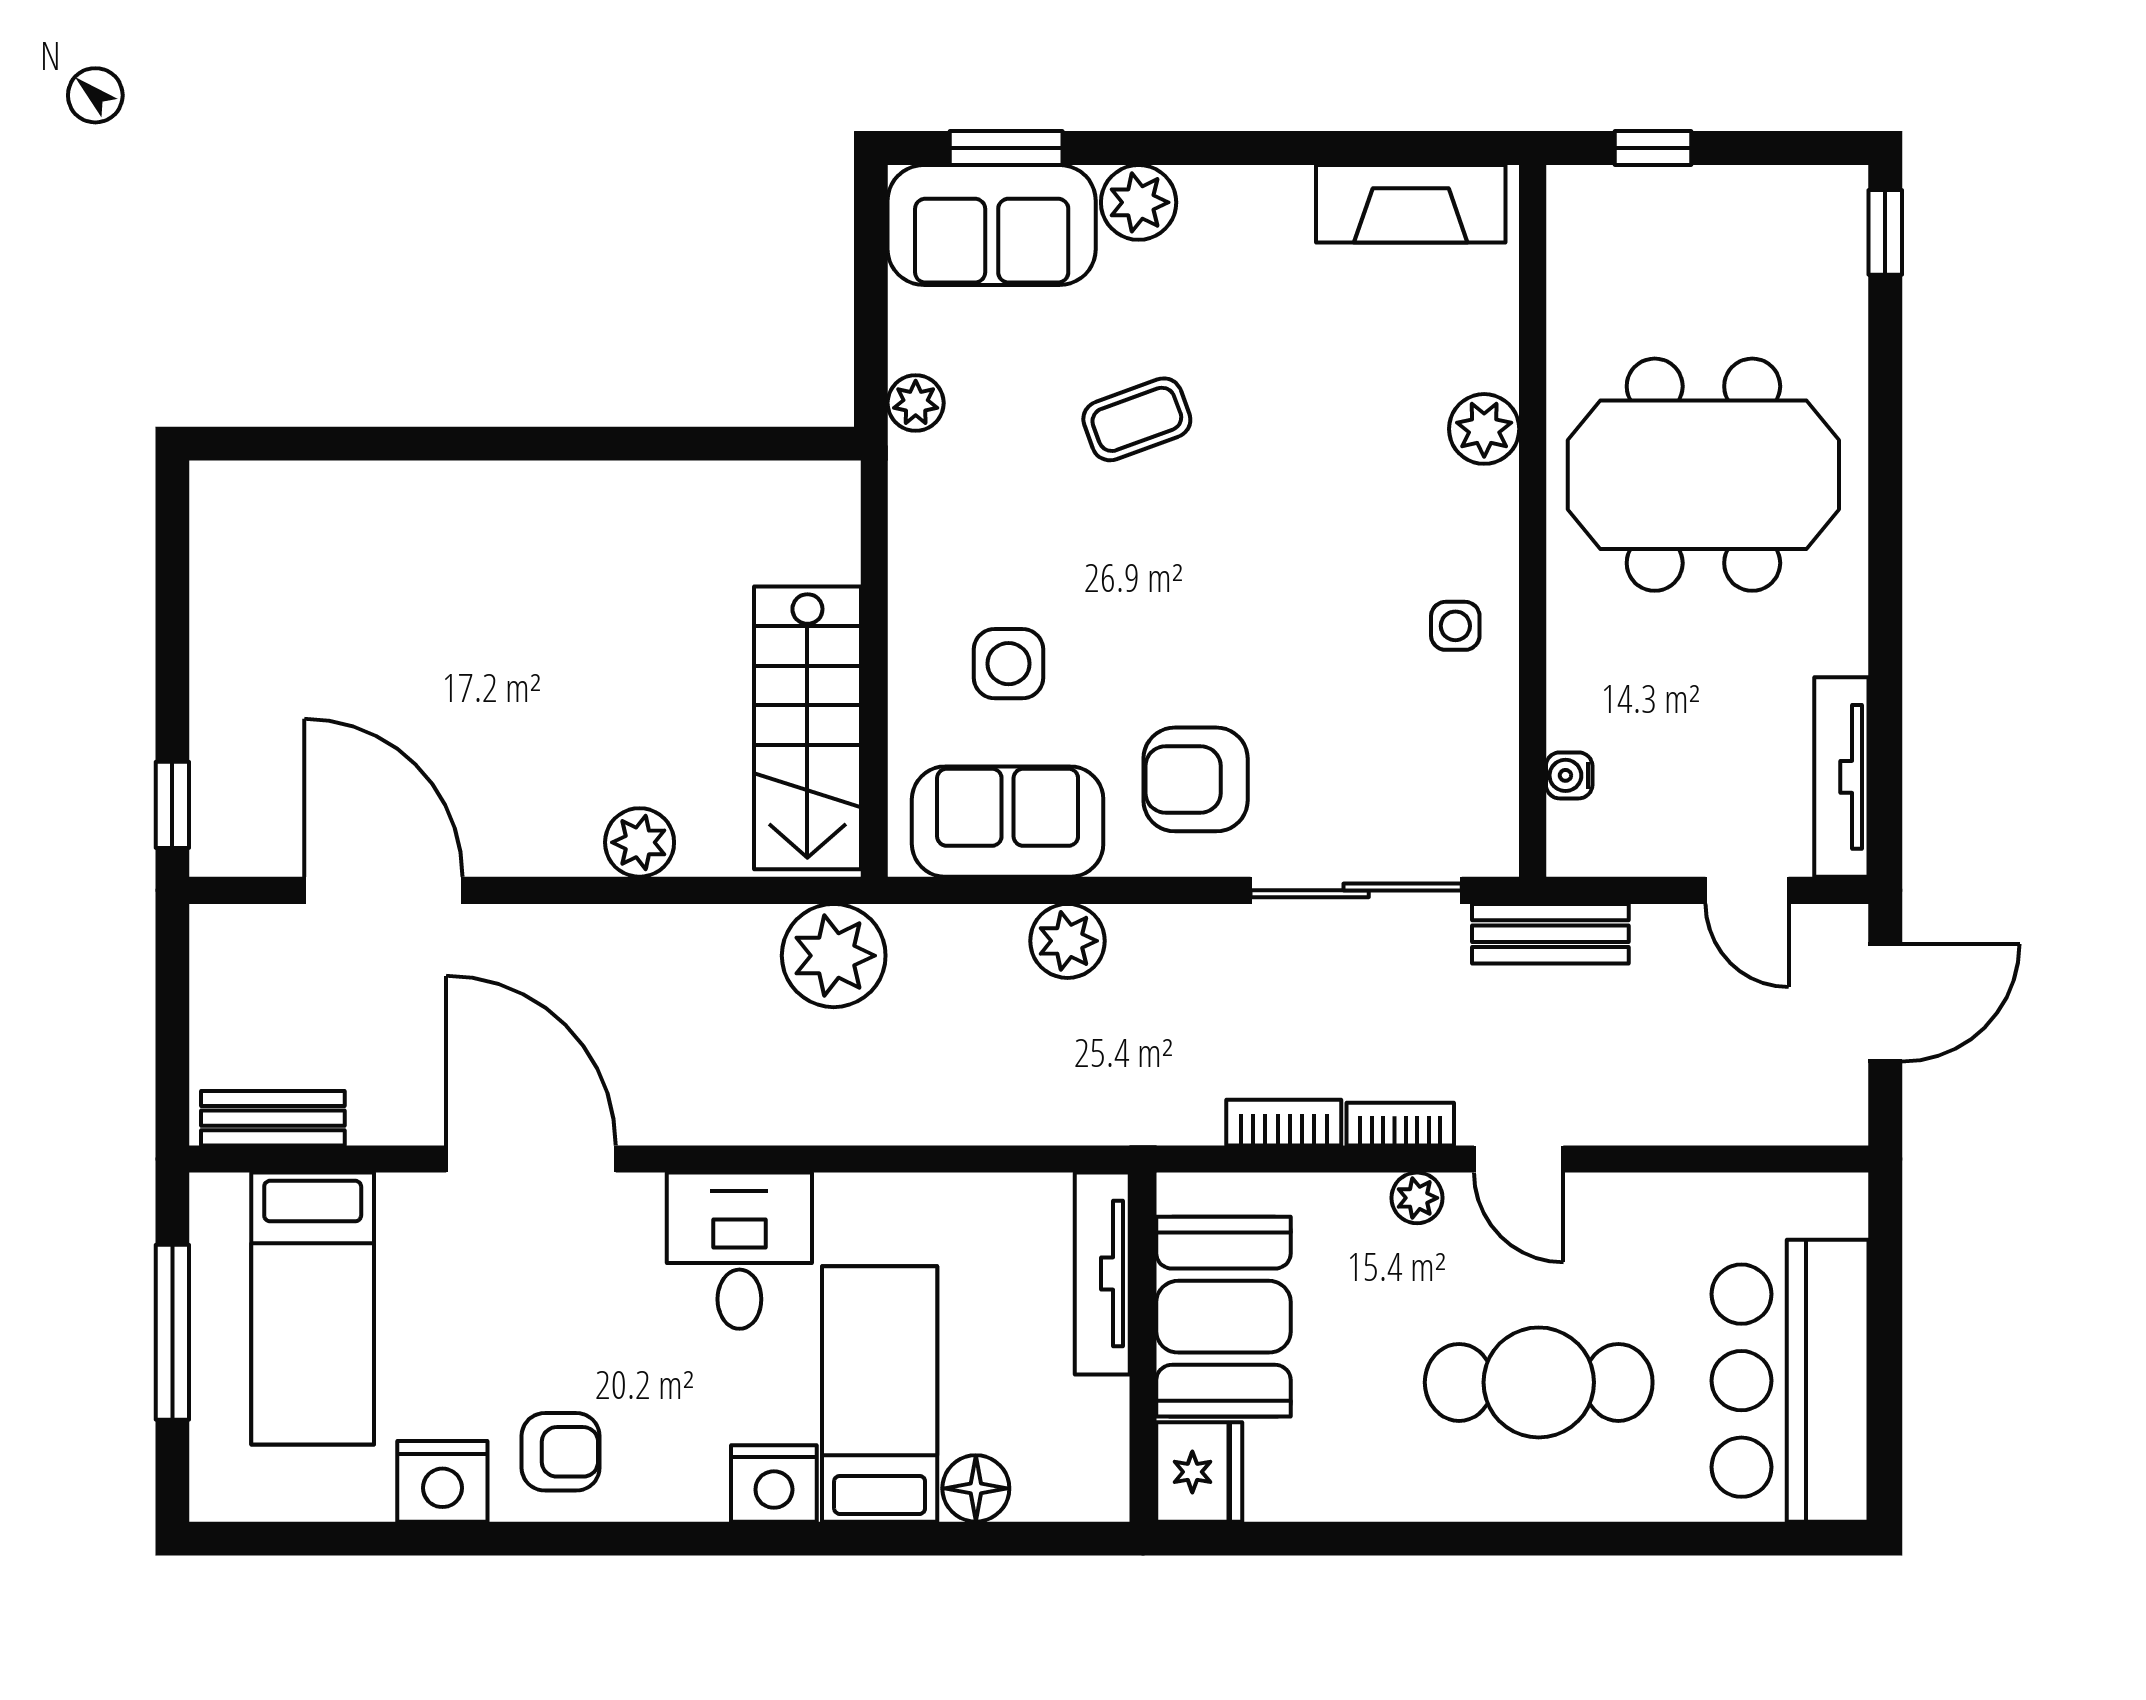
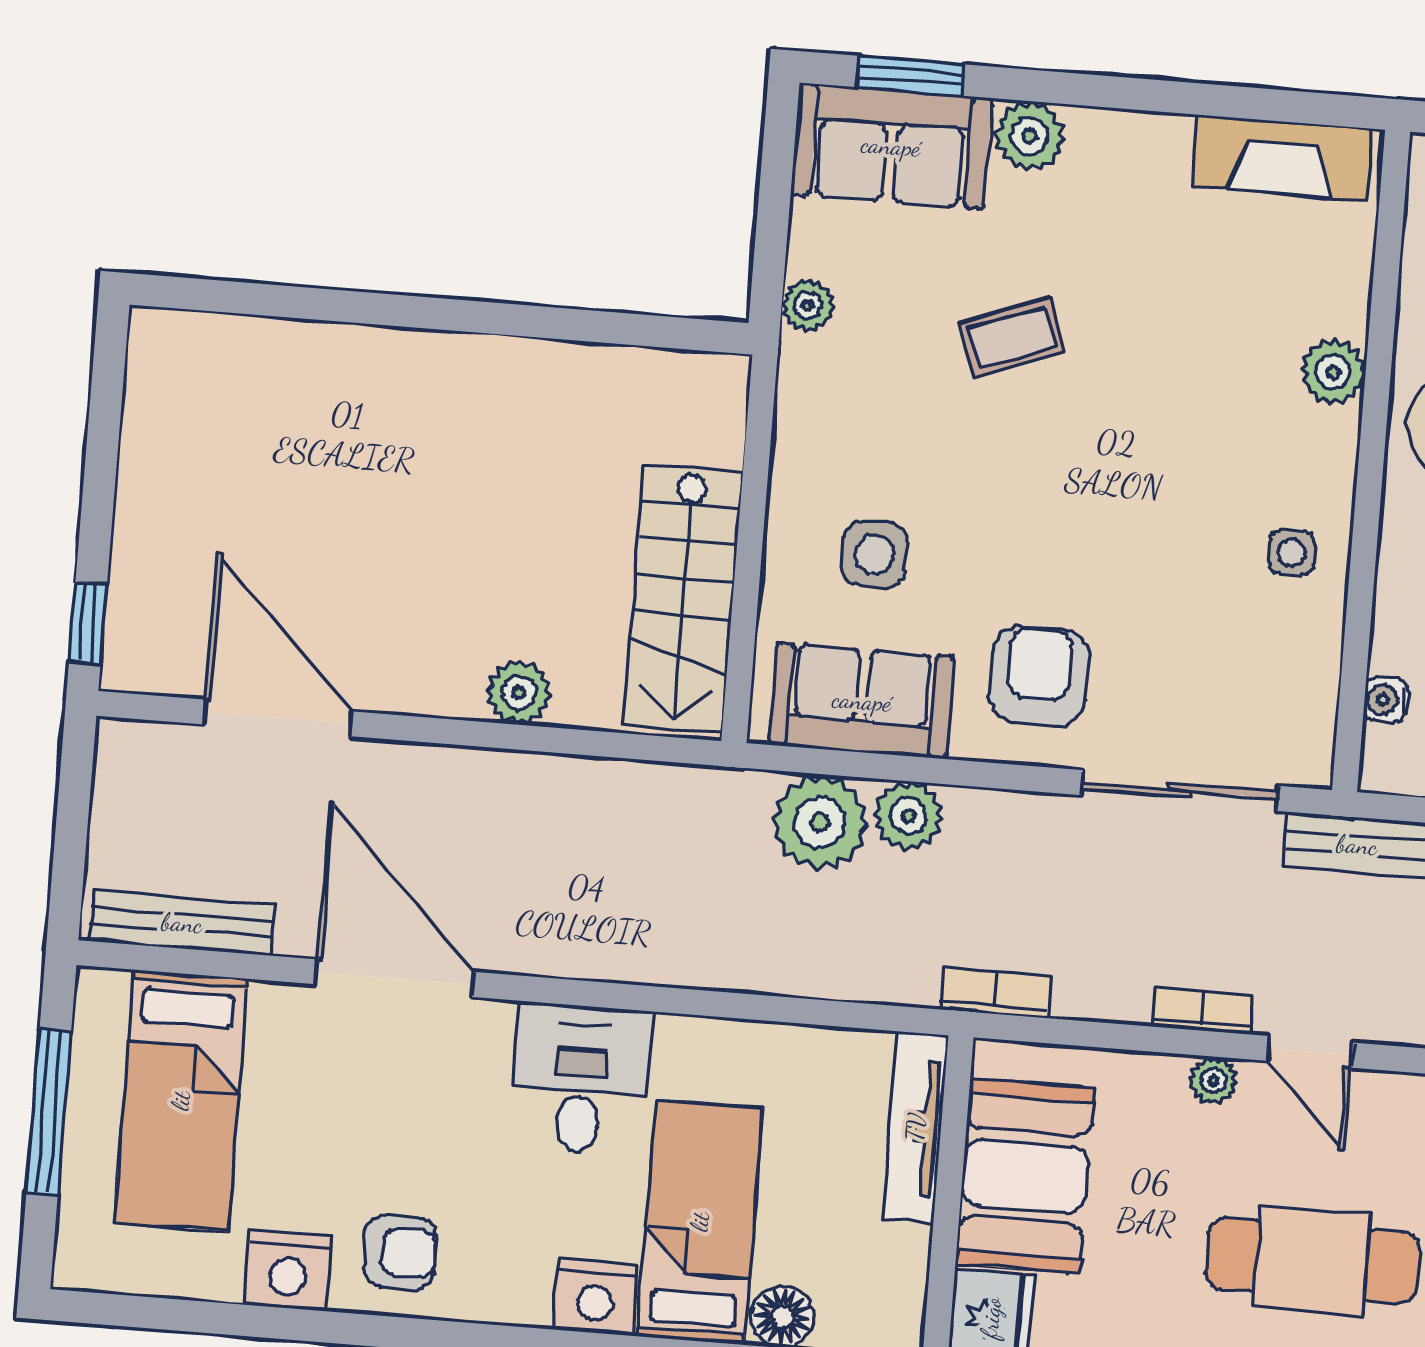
armchair: (1196, 779) -> (1039, 676), turned 90
plant: (834, 956) -> (820, 822), moved
bench: (273, 1118) -> (182, 923), width x1.36
bookcase: (1284, 1123) -> (995, 992), moved

